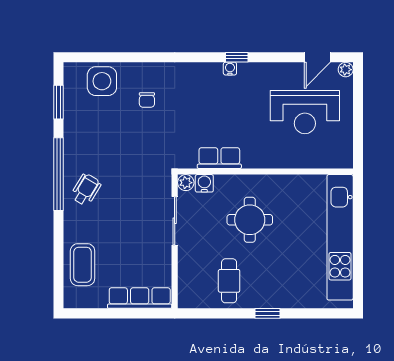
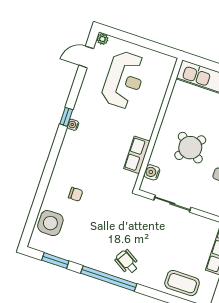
door: (317, 57) -> (86, 57), swing flipped
plant: (186, 183) -> (147, 186), removed
round table: (250, 220) -> (190, 148), turned 37

